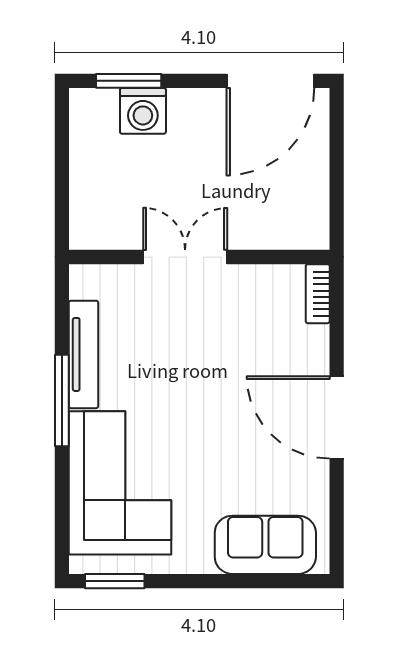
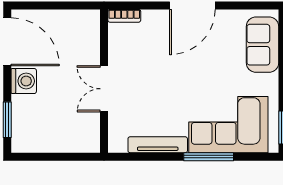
washing machine: (143, 111) -> (24, 81), moved
window: (62, 401) -> (209, 157), moved

